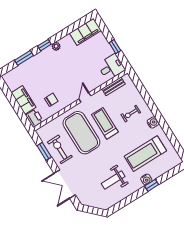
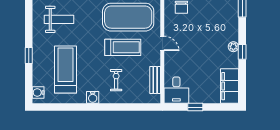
window: (44, 45) -> (242, 52), moved
weight bench: (113, 180) -> (59, 19), turned 90
water cooler: (146, 180) -> (38, 92), moved

